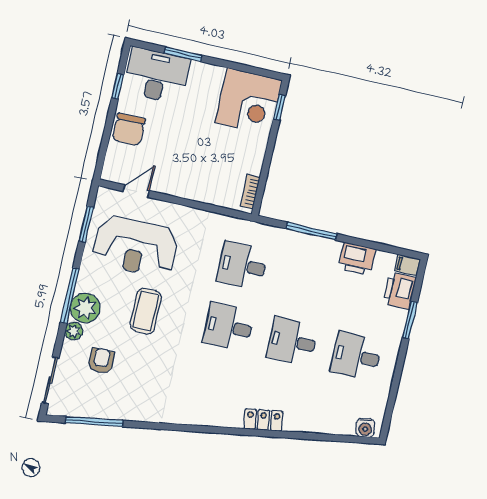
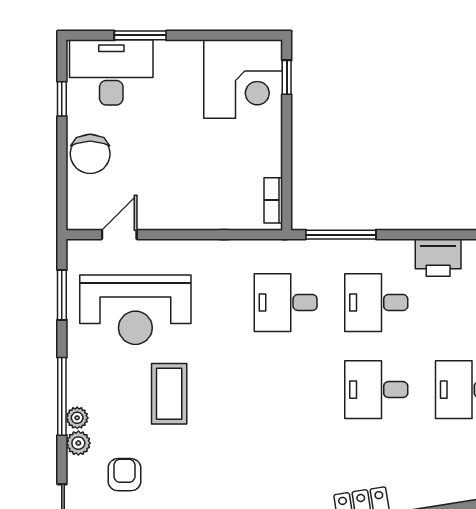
window: (311, 231) -> (341, 235), moved
plant: (85, 308) -> (77, 418), width x0.53, depth x0.53
desk: (228, 327) -> (376, 303), moved

